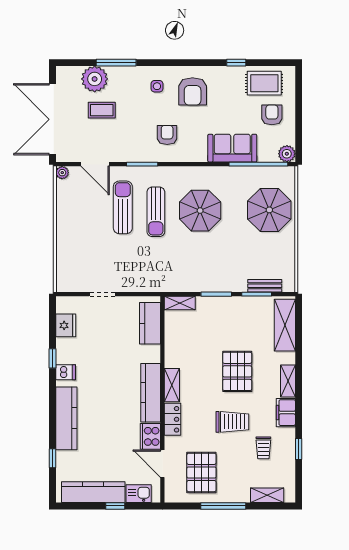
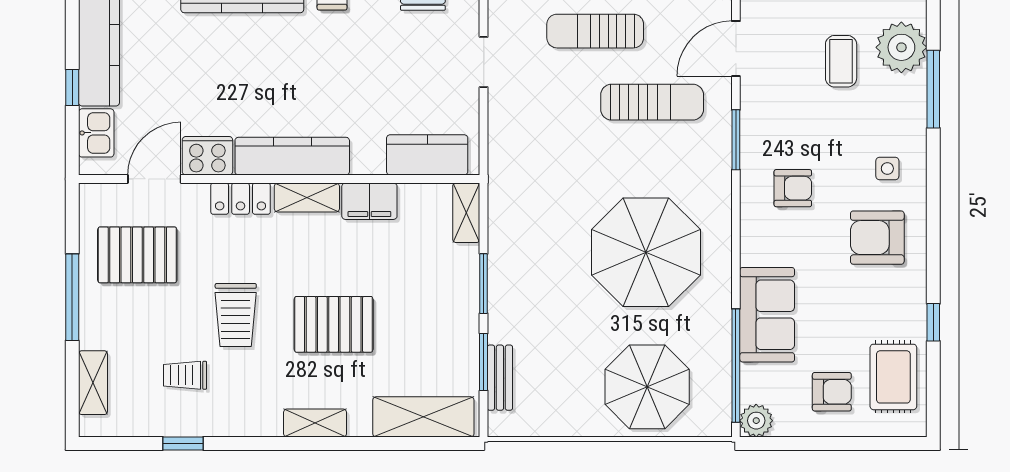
parasol: (200, 211) -> (646, 252), width x1.36, depth x1.36
sun lounger: (156, 212) -> (595, 31), moved
filing cabinet: (286, 413) -> (369, 201), moved, turned 180

